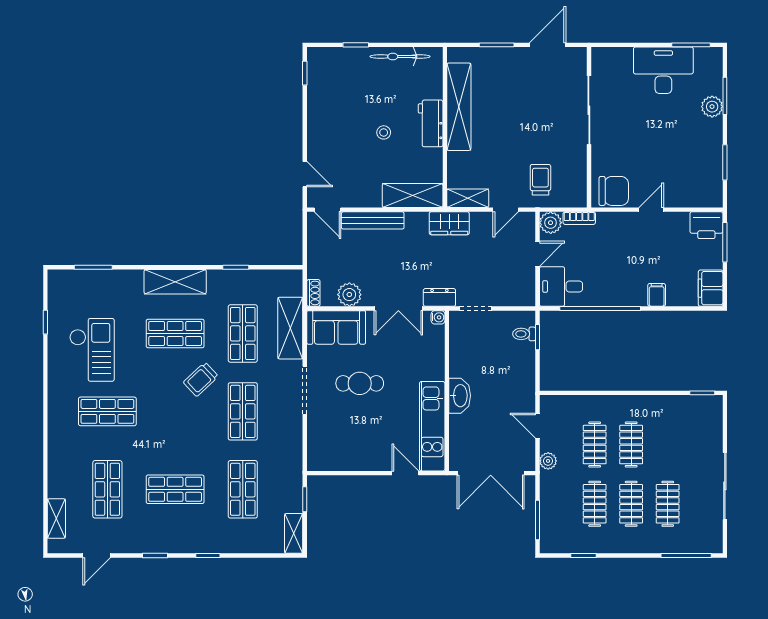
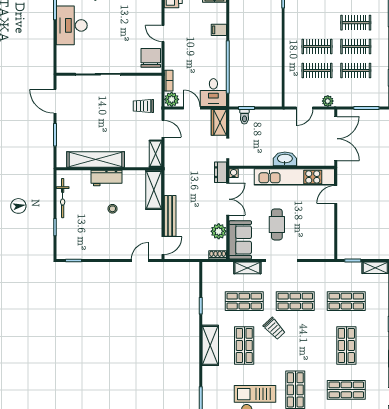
wardrobe: (449, 223) -> (219, 122), moved, turned 180
shelving: (290, 328) -> (247, 268), width x0.67, depth x0.75
kitchen unit: (432, 426) -> (294, 177), width x1.36

